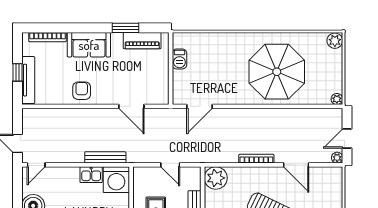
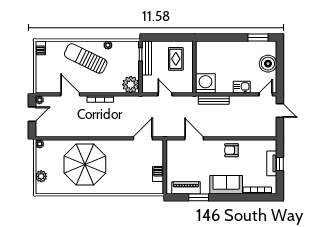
plant: (335, 41) -> (41, 176), moved
tv unit: (28, 80) -> (272, 163), width x0.71
armchair: (82, 91) -> (232, 150), turned 90
kitchen sink: (91, 175) -> (242, 87), moved

